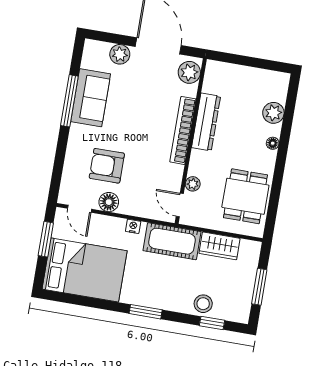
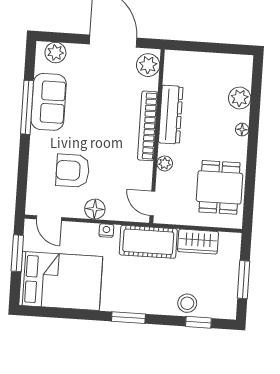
plant: (120, 54) -> (55, 53), moved
plant: (193, 184) -> (165, 163), moved
floor lamp: (109, 202) -> (95, 209), moved

